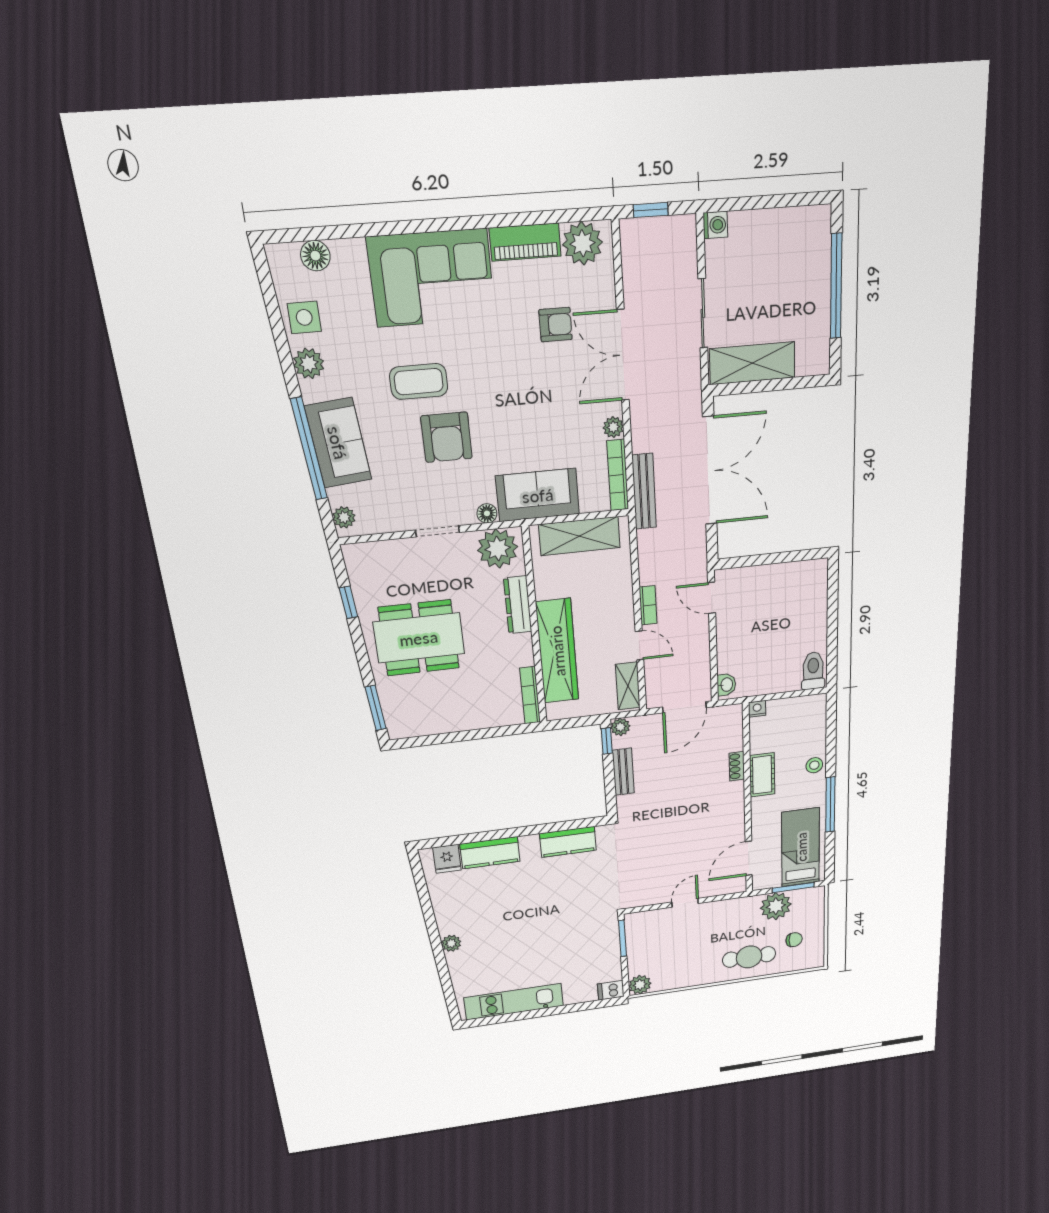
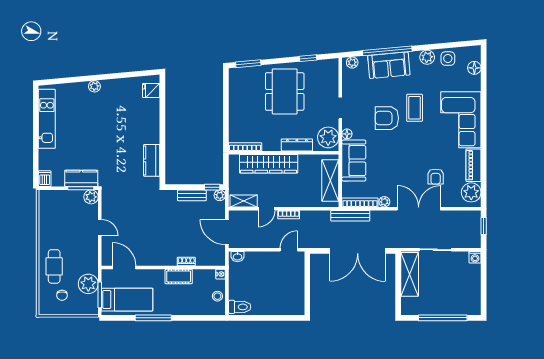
stool: (814, 765) -> (217, 296), moved
kitchen counter: (490, 853) -> (81, 178), moved, turned 90
plant: (640, 985) -> (91, 197), moved

